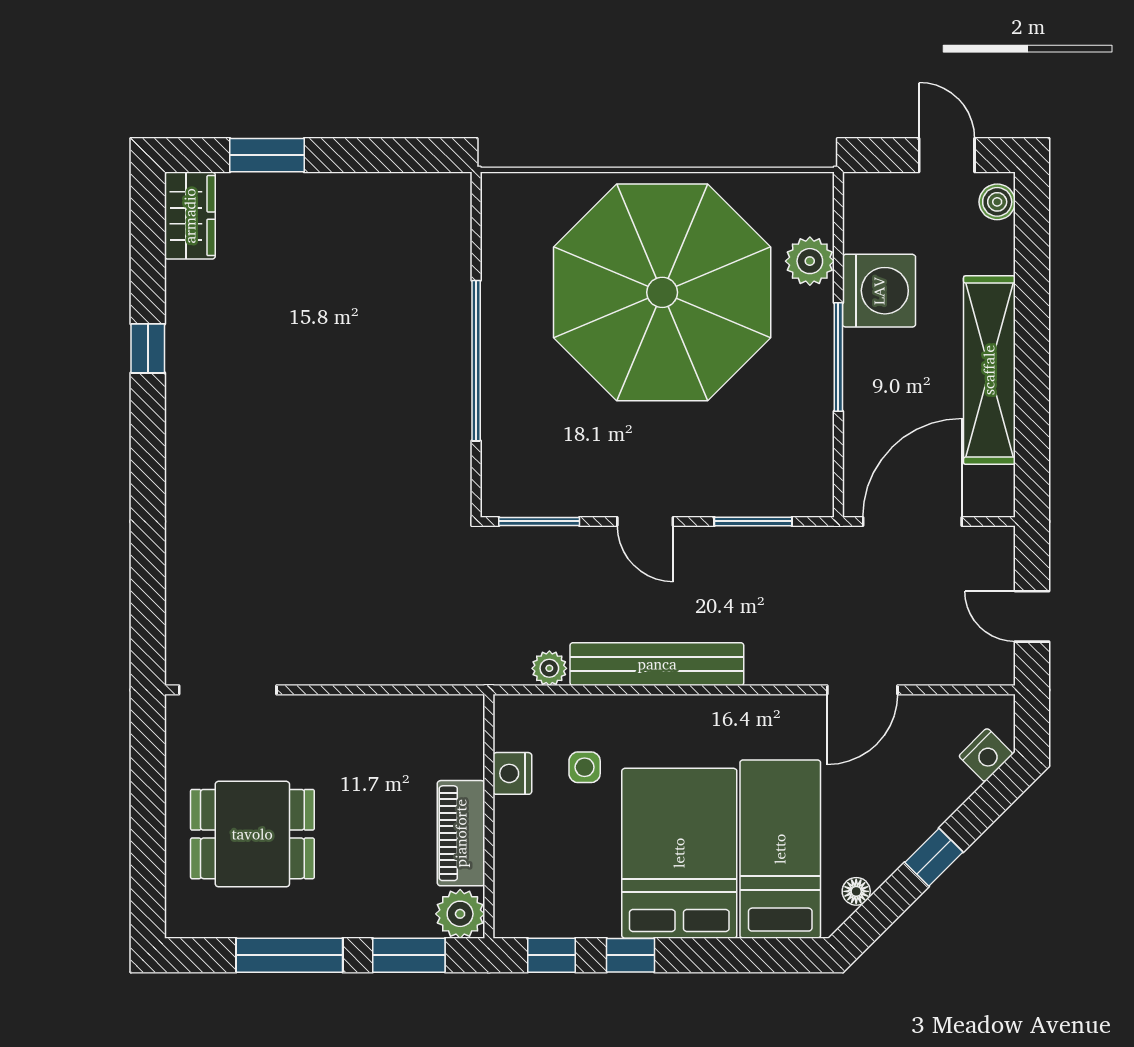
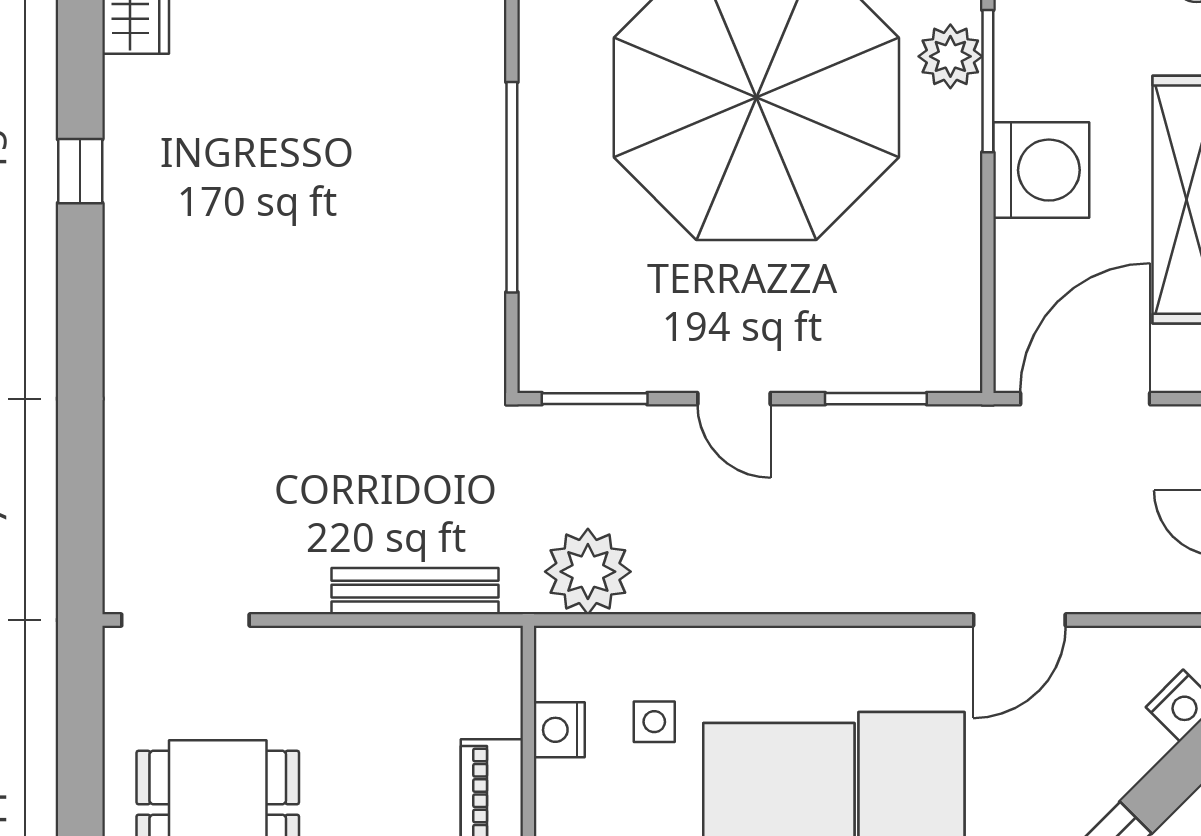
washing machine: (879, 291) -> (1041, 170), moved
window: (838, 357) -> (988, 81), moved
bench: (657, 664) -> (415, 591), moved, width x0.73, depth x0.82
plant: (549, 668) -> (588, 572), width x1.88, depth x1.88

